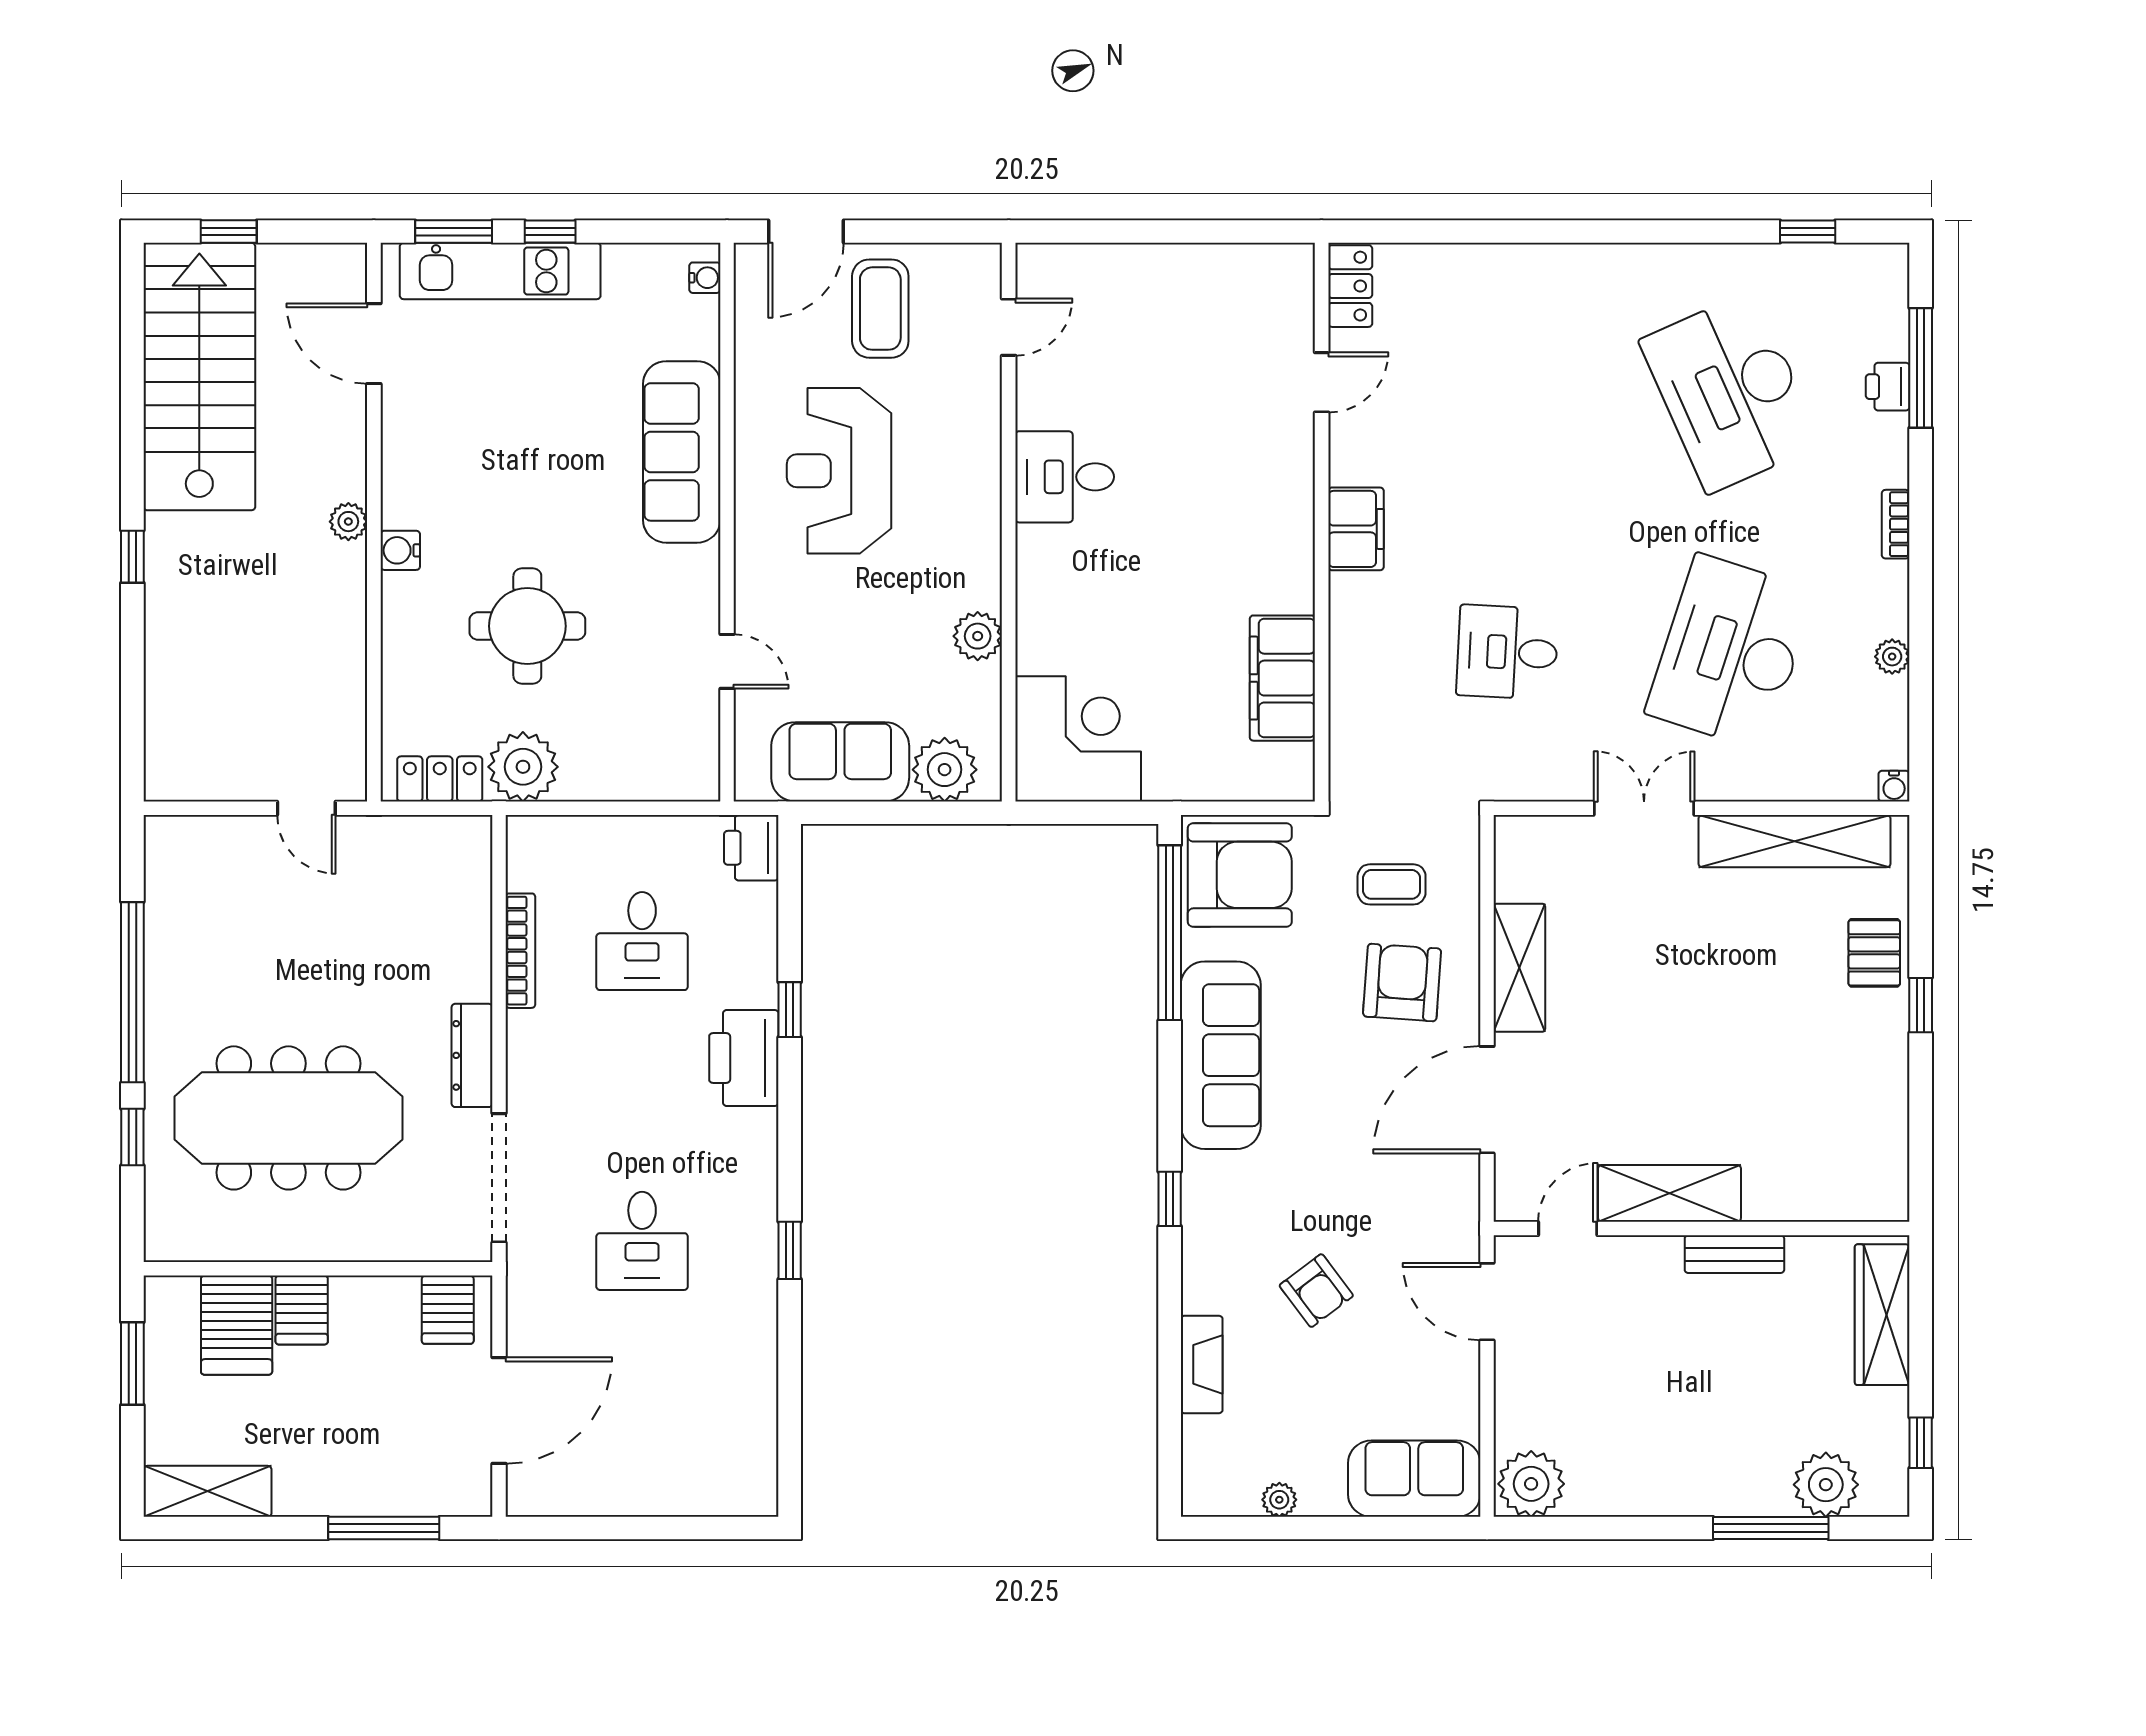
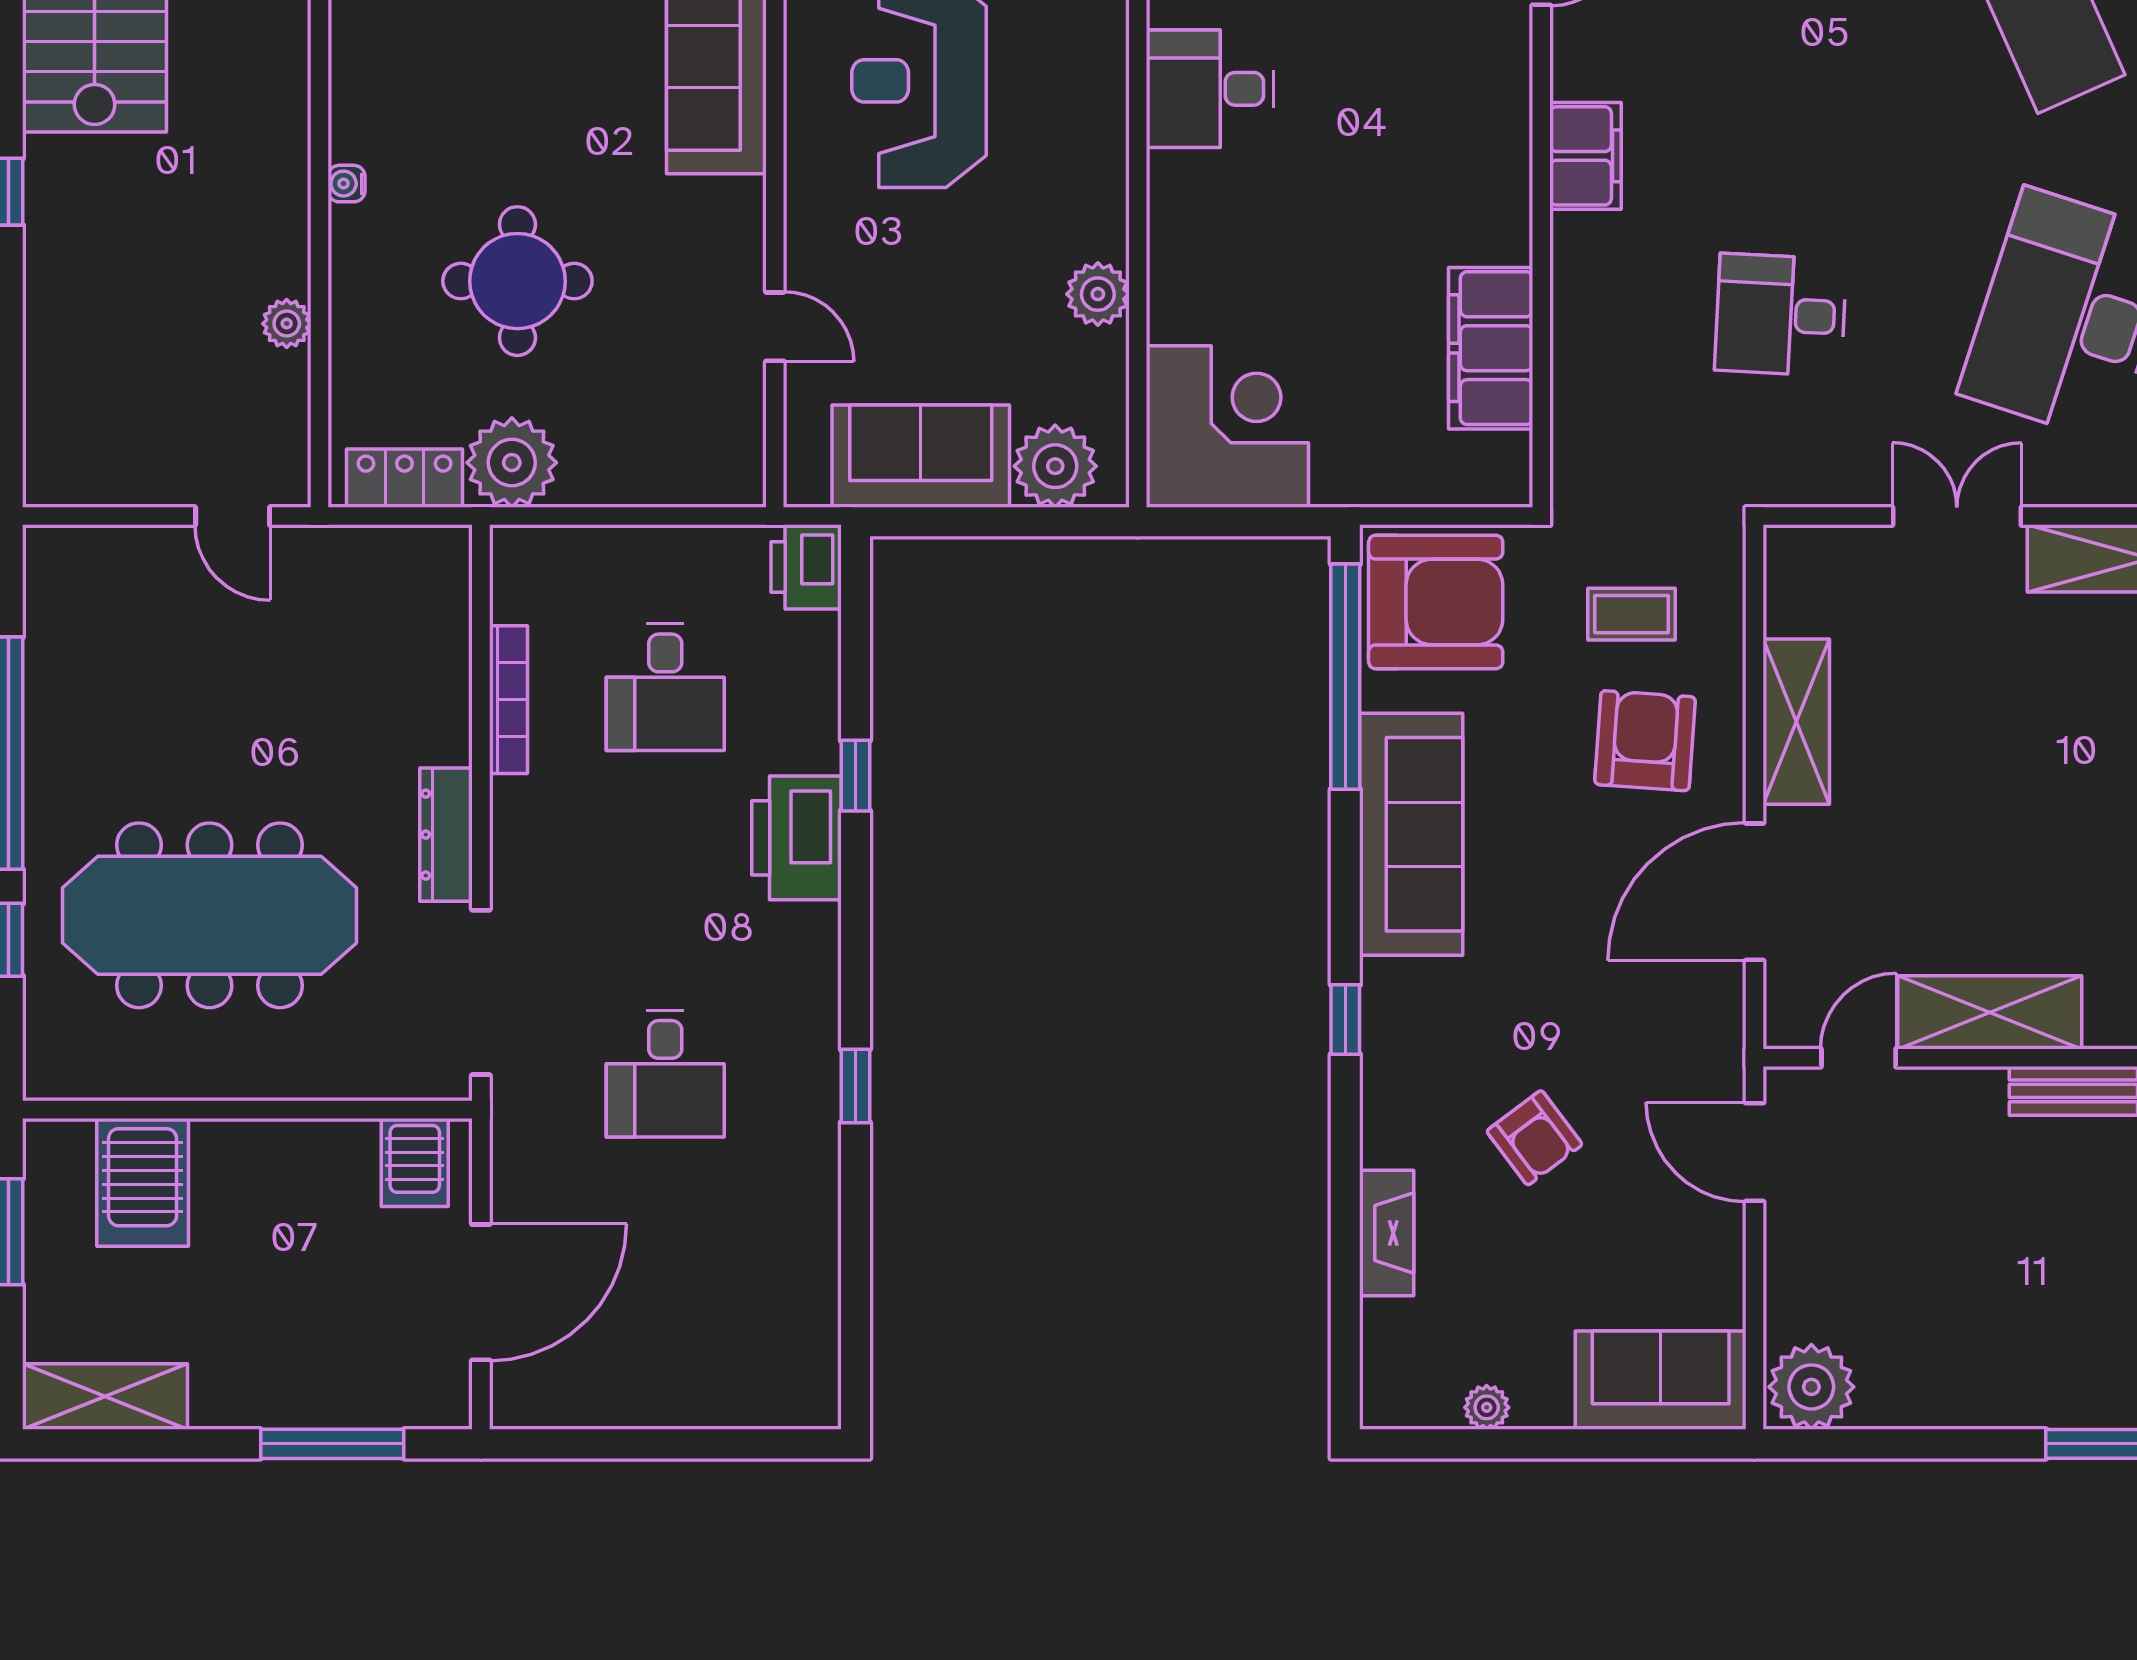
plant: (348, 522) -> (287, 324), moved
water cooler: (400, 550) -> (346, 184), width x0.72, depth x0.72
server rack: (302, 1310) -> (227, 1163), removed

